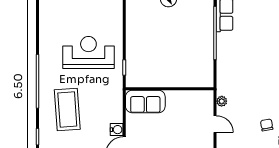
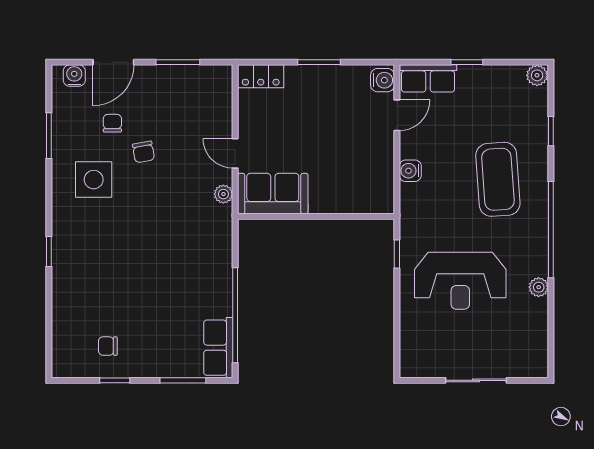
plant: (44, 49) -> (539, 287), added
sofa: (145, 102) -> (273, 194), moved
water cooler: (117, 130) -> (410, 171), moved

